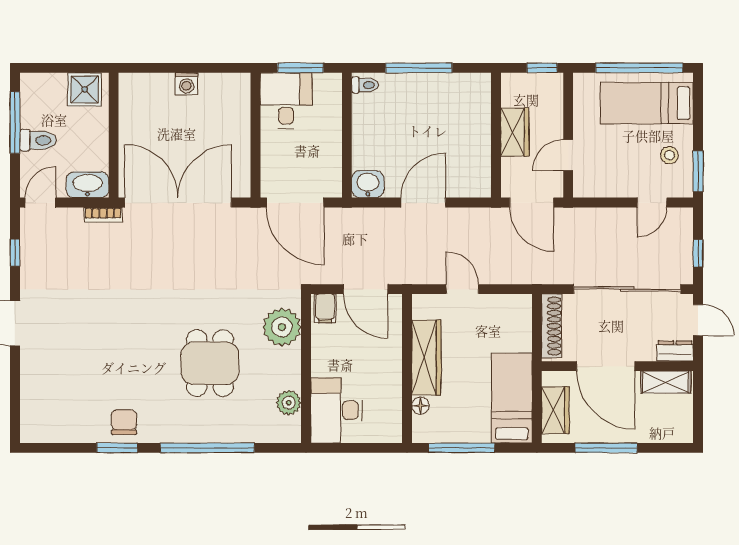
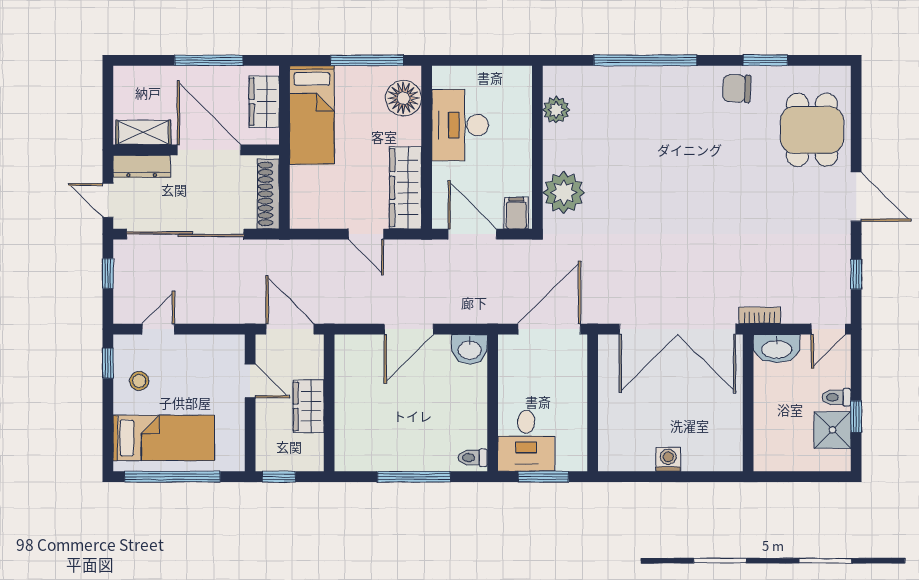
shower: (85, 89) -> (832, 430), moved
desk: (286, 101) -> (526, 441), moved
window: (15, 123) -> (856, 417), width x0.46
toilet: (38, 140) -> (836, 397), width x0.73, depth x0.72
door: (568, 155) -> (250, 381), hinge flipped
window: (698, 171) -> (108, 363), width x0.67
door: (295, 203) -> (549, 329), hinge flipped
dresser: (675, 351) -> (142, 166), width x1.44
wardrobe: (426, 357) -> (405, 188), moved
dining table: (210, 363) -> (812, 130), moved
floor lamp: (420, 406) -> (403, 98), width x1.89, depth x1.89
desk: (337, 410) -> (460, 125), moved, turned 180
chair: (124, 422) -> (737, 89), turned 92
window: (117, 448) -> (765, 60), moved

